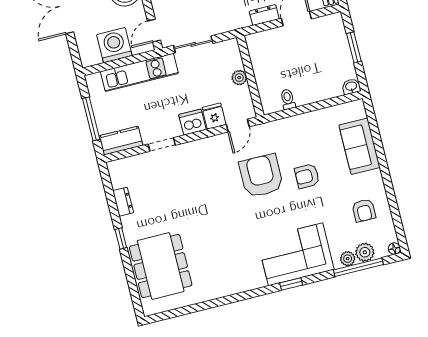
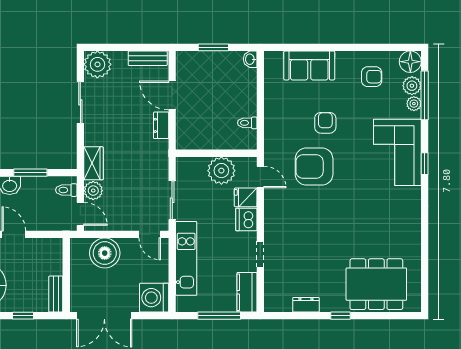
washing machine: (114, 45) -> (154, 298), moved
plant: (239, 78) -> (221, 171), width x1.87, depth x1.87
armchair: (307, 176) -> (325, 123), turned 180
floor lamp: (394, 249) -> (410, 62), width x1.89, depth x1.89

